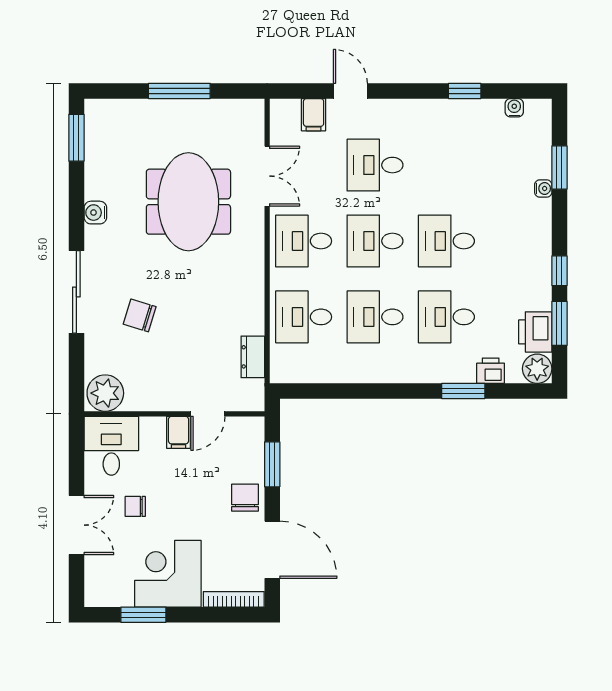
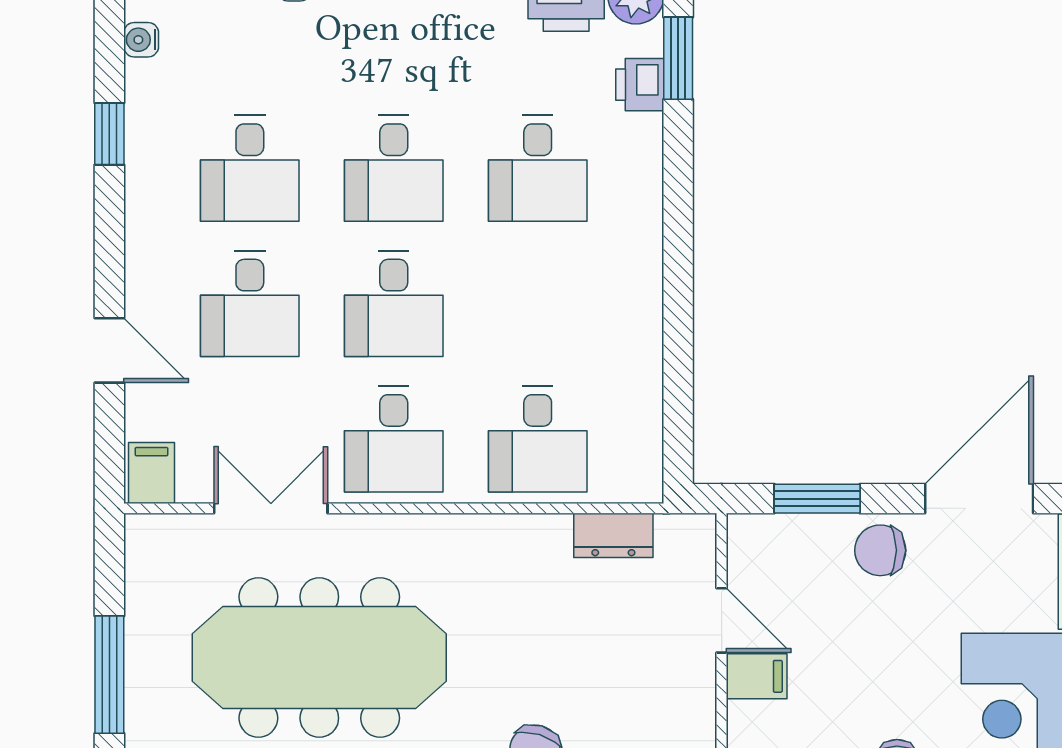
door: (350, 91) -> (109, 350), swing flipped
filing cabinet: (314, 115) -> (152, 473), moved, turned -90
meeting table: (188, 202) -> (319, 658), width x1.36
desk: (375, 317) -> (250, 168), moved
window: (463, 391) -> (678, 58), moved

